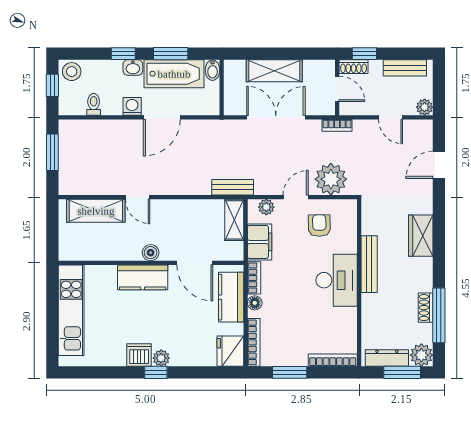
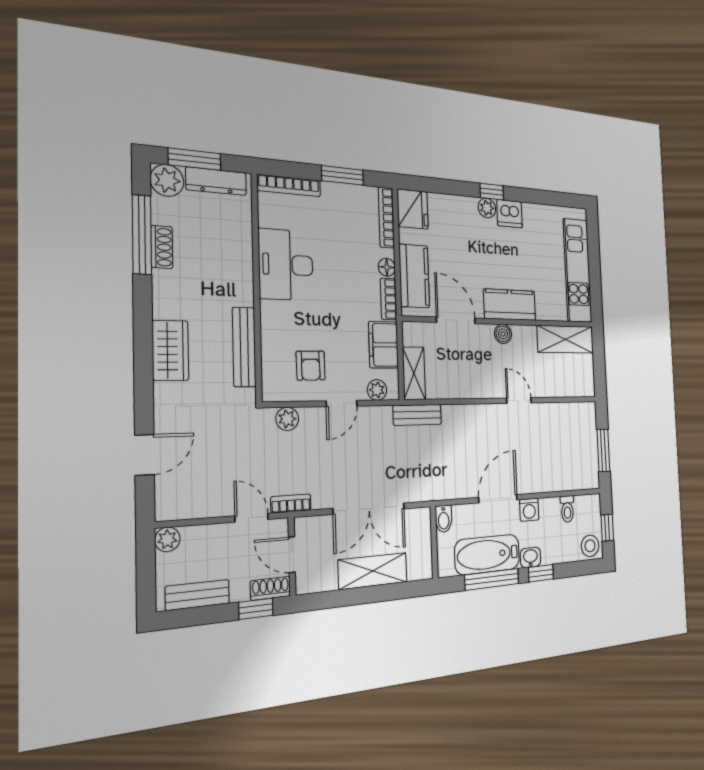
window: (171, 54) -> (492, 579), width x1.44
bidet: (213, 70) -> (444, 519), moved, turned 180
door: (391, 117) -> (252, 518), moved
plant: (331, 179) -> (287, 419), width x0.53, depth x0.53
shelving: (96, 211) -> (565, 339), moved
bench: (369, 264) -> (244, 347), moved
desk: (337, 280) -> (286, 265), moved

